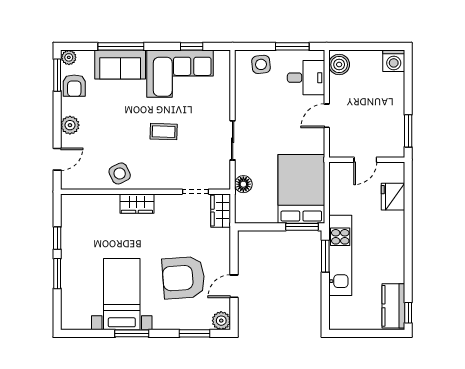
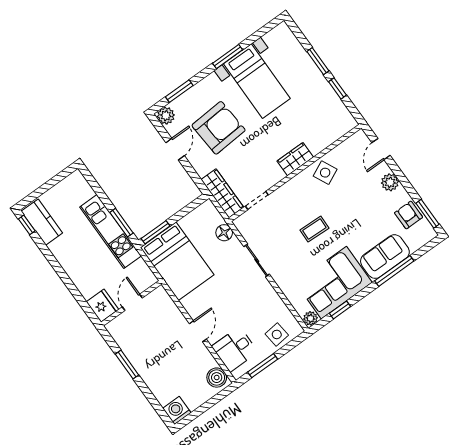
plant: (69, 57) -> (310, 318), moved
door: (365, 160) -> (132, 302), moved
wall: (367, 160) -> (131, 303), moved
wardrobe: (221, 211) -> (222, 193), width x1.50

